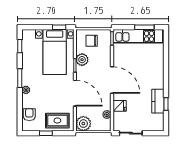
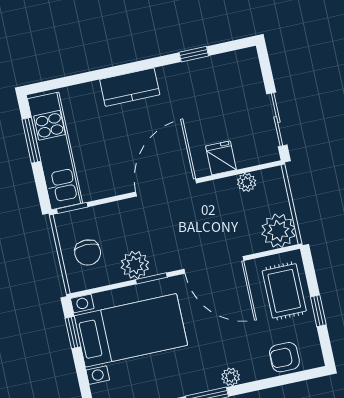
door: (75, 93) -> (214, 265), swing flipped
kitchen counter: (158, 101) -> (130, 87), moved

